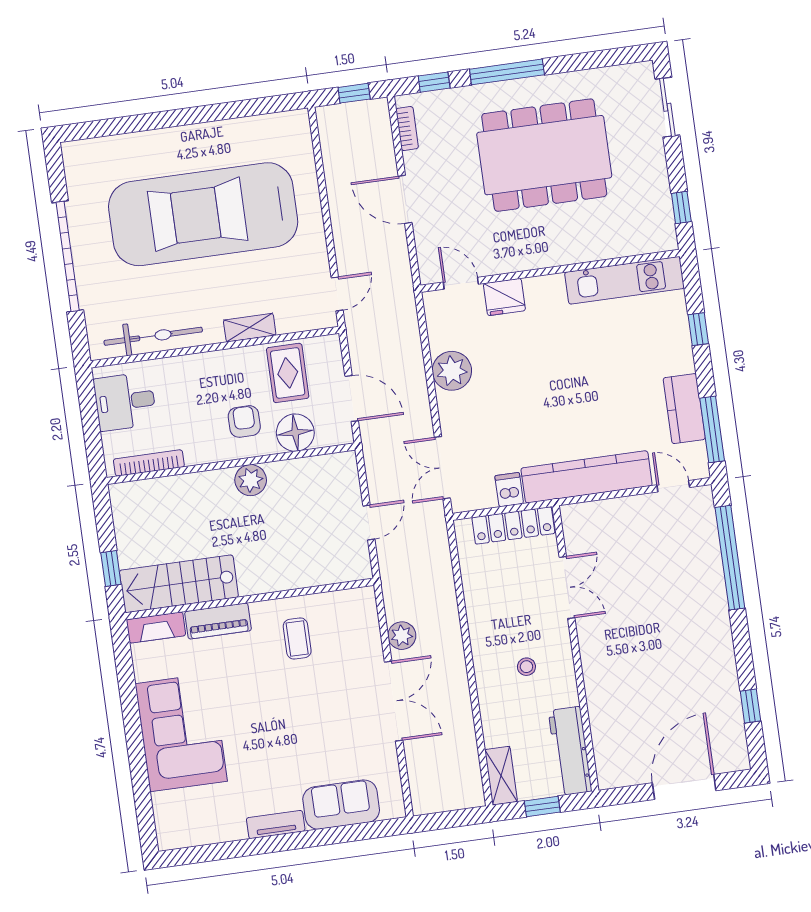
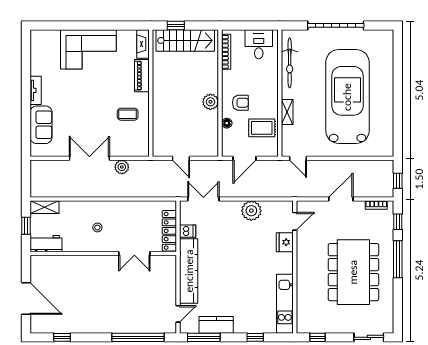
floor lamp: (295, 433) -> (227, 123), width x0.53, depth x0.53
stairs: (179, 584) -> (185, 40), moved, turned 90
double door: (394, 701) -> (89, 158), swing flipped
workbench: (570, 751) -> (46, 244), width x0.73

